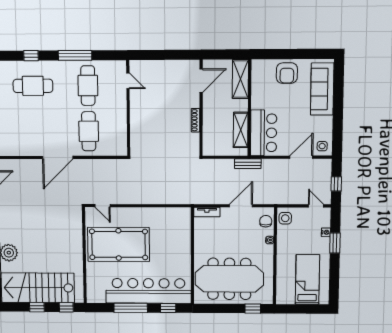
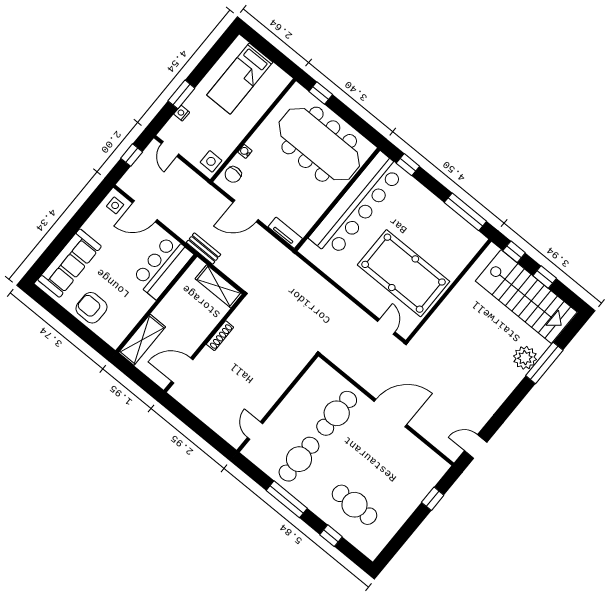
armchair: (287, 73) -> (91, 308), turned -90
shelving: (241, 130) -> (219, 286), moved, turned 90
bar counter: (148, 291) -> (357, 205), moved, turned -90
window: (131, 308) -> (465, 212), moved

